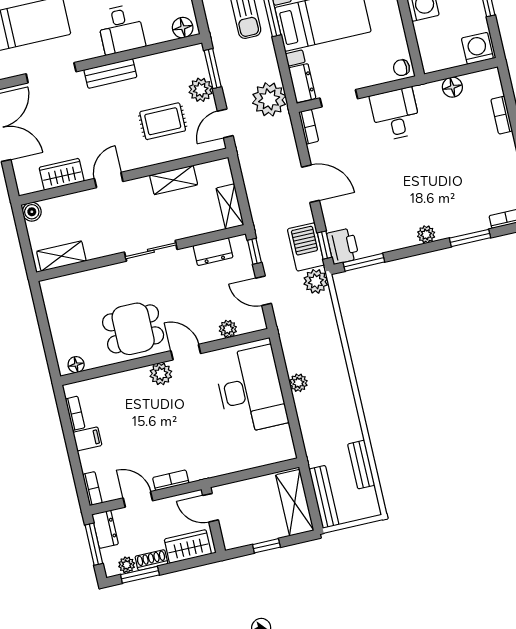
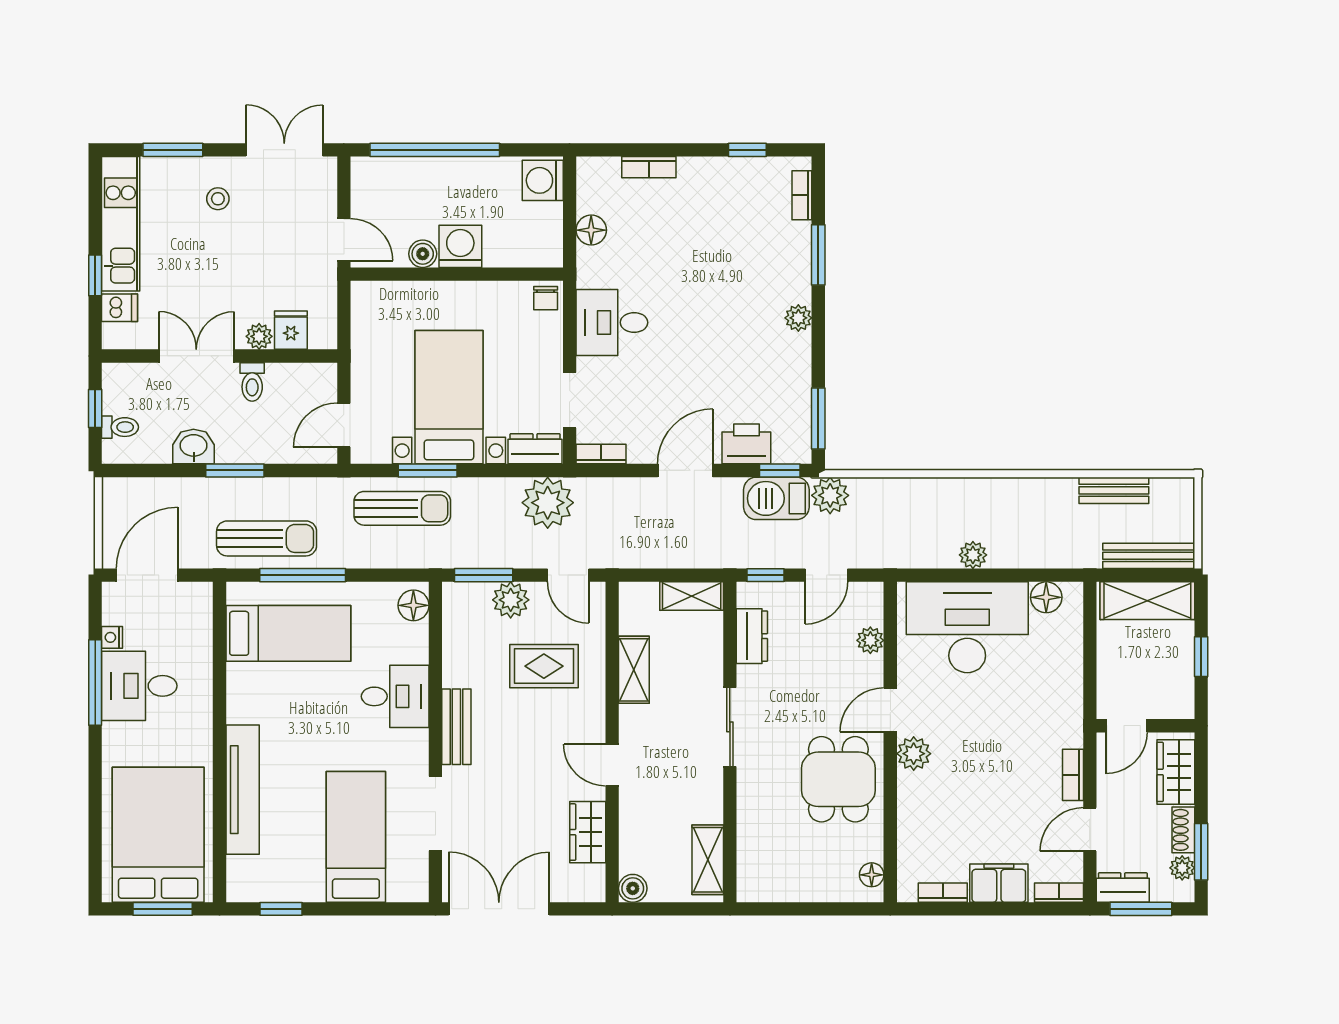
rug: (163, 121) -> (544, 666), turned 90
printer: (343, 246) -> (746, 444), moved
floor lamp: (282, 437) -> (1046, 597), added
filing cabinet: (87, 439) -> (999, 883), width x2.00

